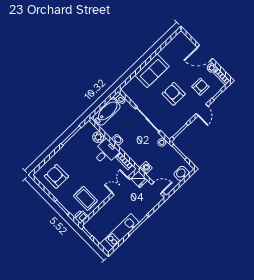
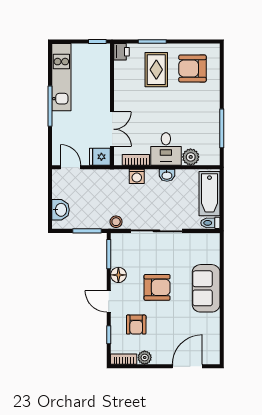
door: (205, 53) -> (187, 366), moved
floor lamp: (185, 117) -> (118, 275), added
washing machine: (146, 168) -> (137, 176), moved
armchair: (56, 176) -> (192, 68), turned 180
door: (157, 188) -> (71, 167), swing flipped
rug: (86, 198) -> (156, 70), moved, turned 90

